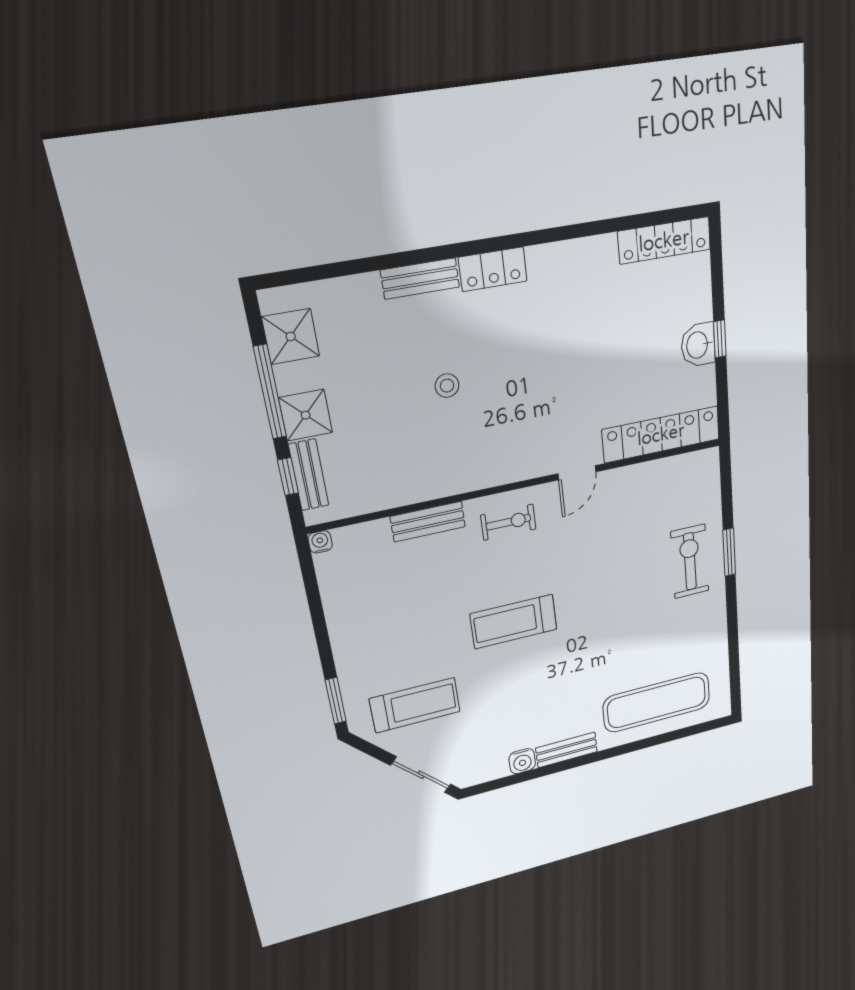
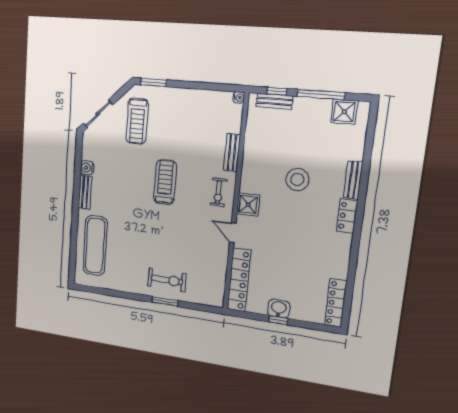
stool: (447, 386) -> (297, 180), width x1.89, depth x1.89
shower: (306, 415) -> (248, 205), moved

